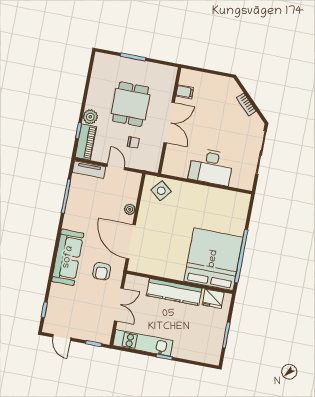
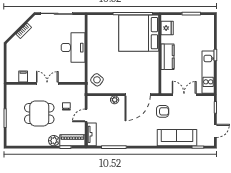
double door: (169, 123) -> (47, 83), width x0.73
sofa: (68, 257) -> (177, 138), moved
kitchen counter: (174, 292) -> (167, 57), width x0.67

